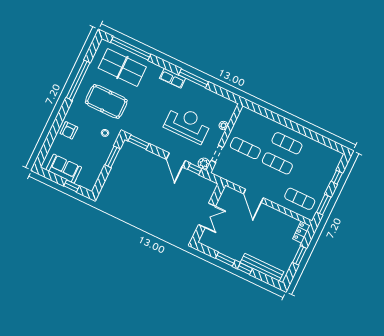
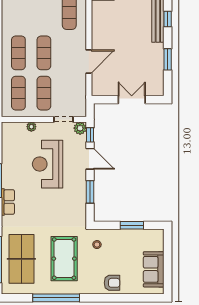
exercise mat: (255, 128) -> (18, 93), added
window: (139, 142) -> (90, 192), moved
window: (112, 157) -> (132, 225), moved
door: (176, 160) -> (90, 159), hinge flipped
window: (72, 186) -> (168, 253), removed
window: (245, 269) -> (168, 19), moved

